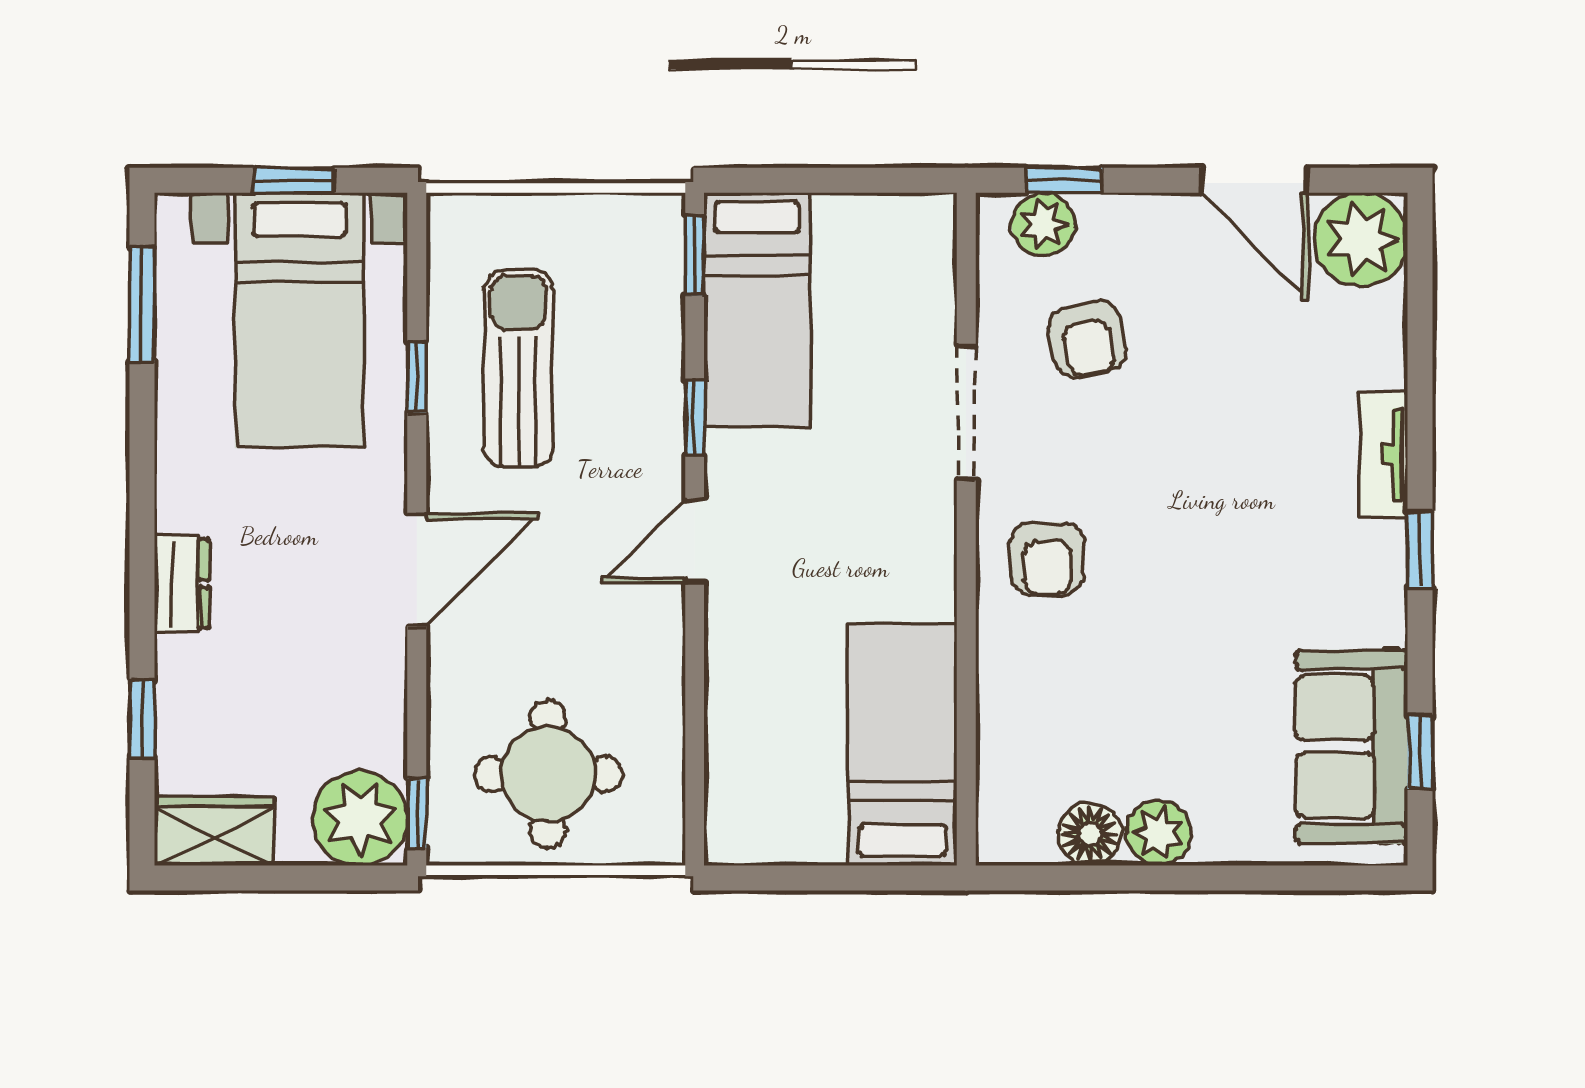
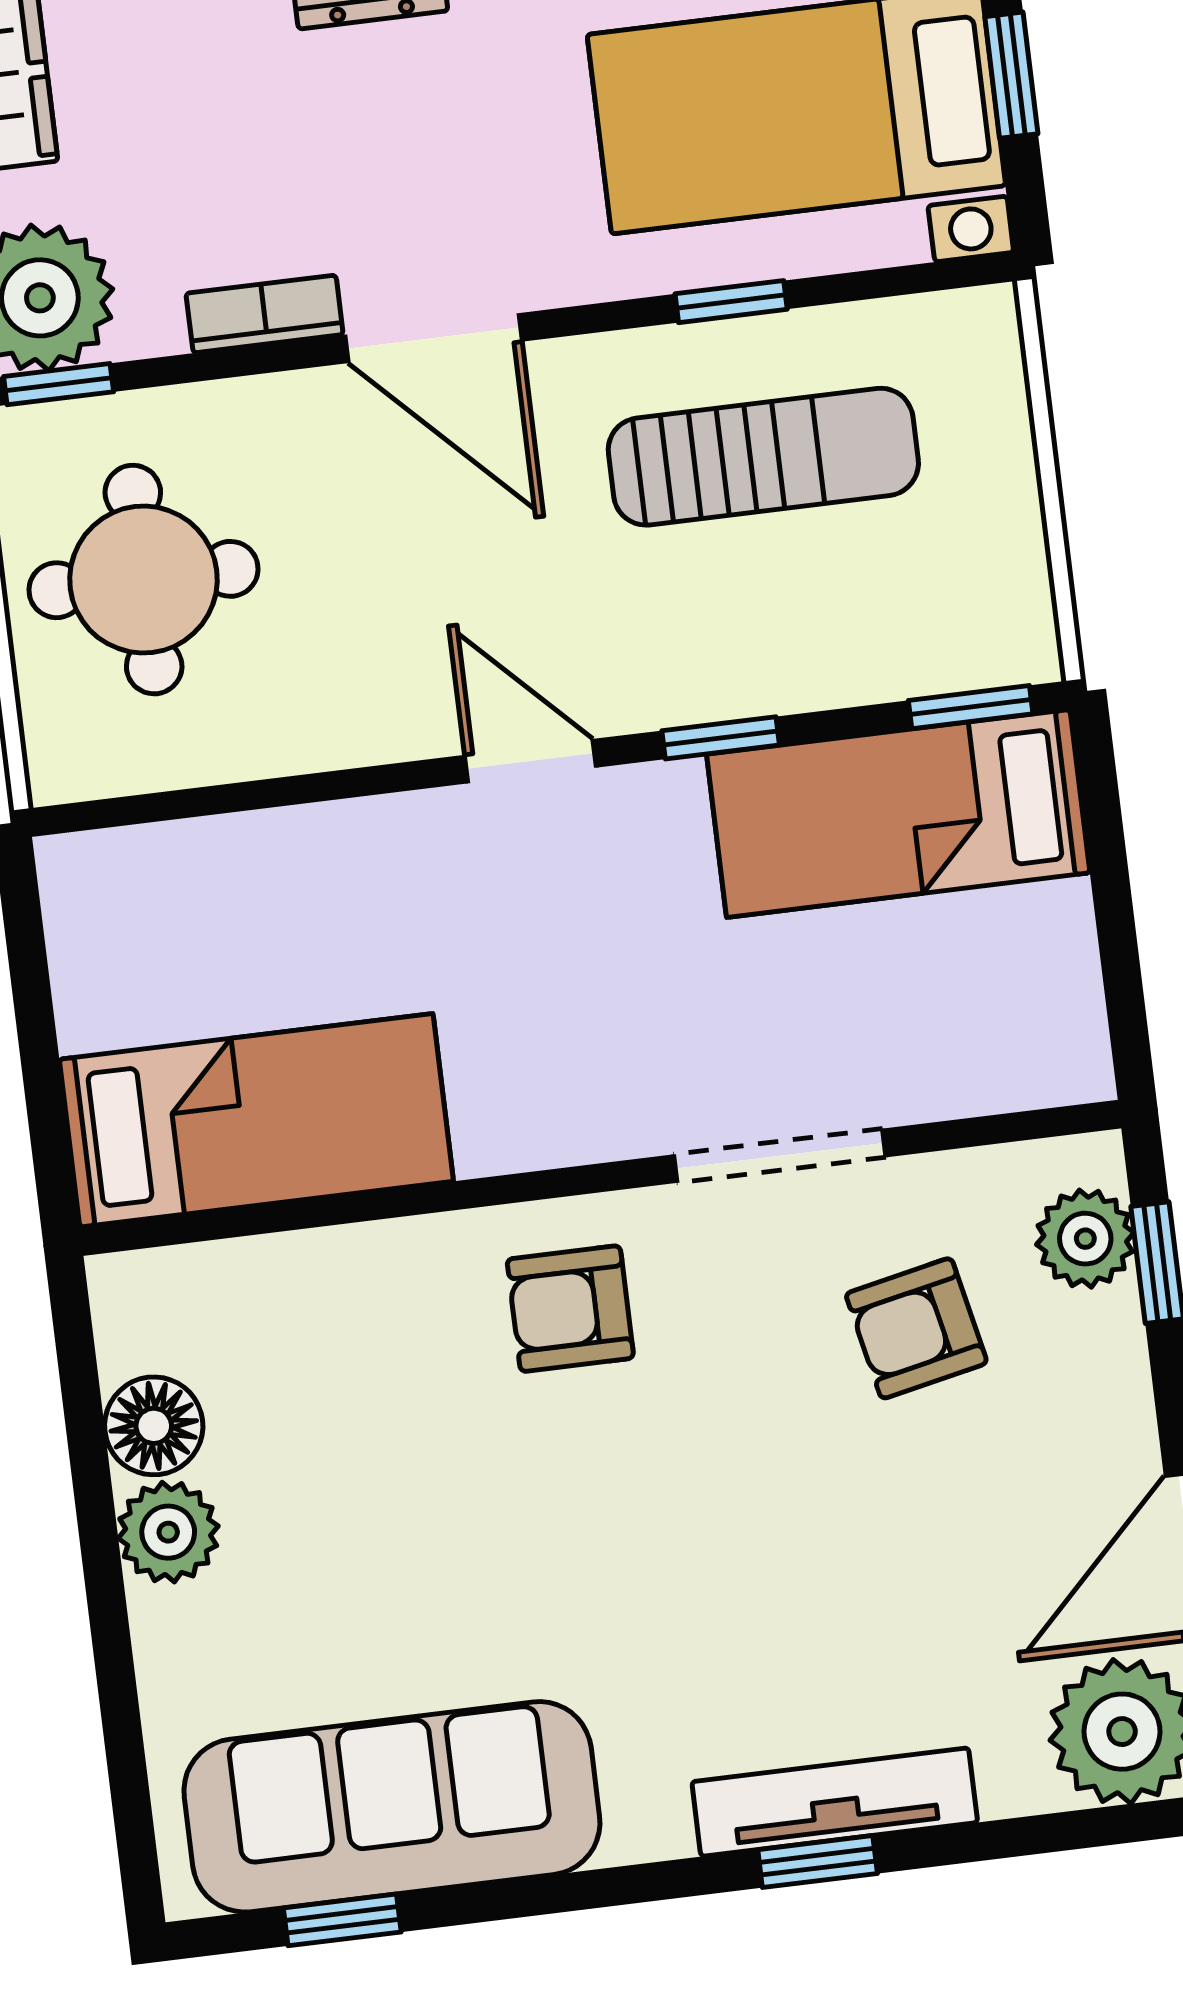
tv unit: (1383, 455) -> (835, 1802), width x1.41
window: (1420, 550) -> (818, 1862), moved
bookcase: (388, 676) -> (265, 314), added
sofa: (1352, 747) -> (392, 1807), width x1.36

